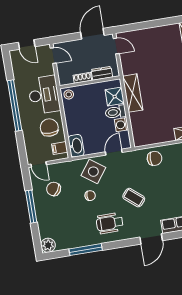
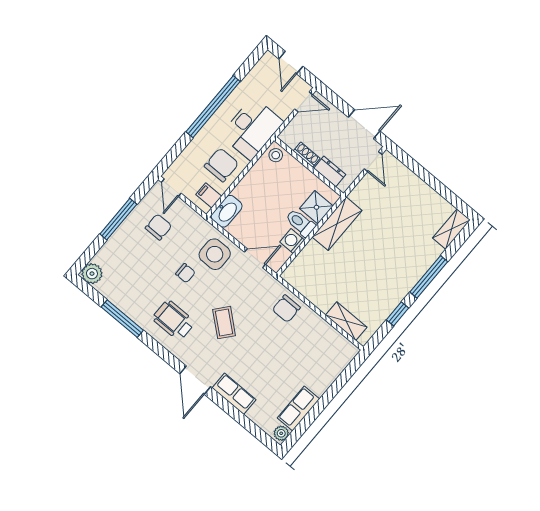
door: (53, 56) -> (304, 102), hinge flipped
chair: (155, 158) -> (286, 309), turned 90
side table: (93, 172) -> (215, 254), turned -36
chair: (54, 189) -> (158, 227), turned 58
door: (151, 239) -> (195, 380), hinge flipped

